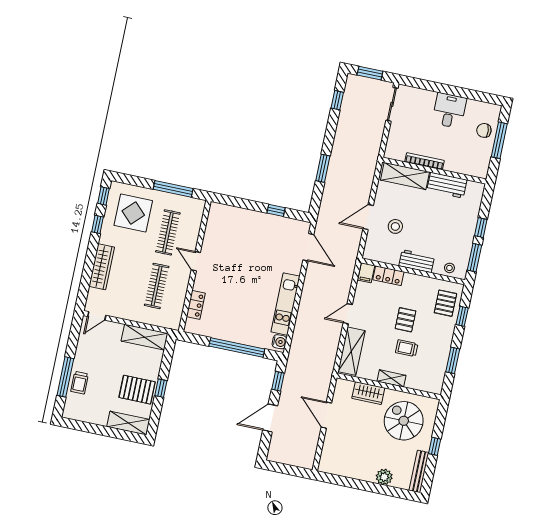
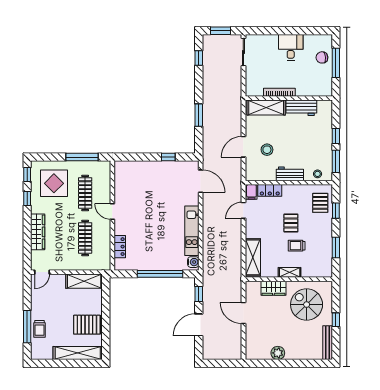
door: (348, 314) -> (243, 210), moved
window: (161, 388) -> (106, 319), removed
shelving: (128, 423) -> (78, 353), width x1.47
plant: (384, 477) -> (278, 353), moved

